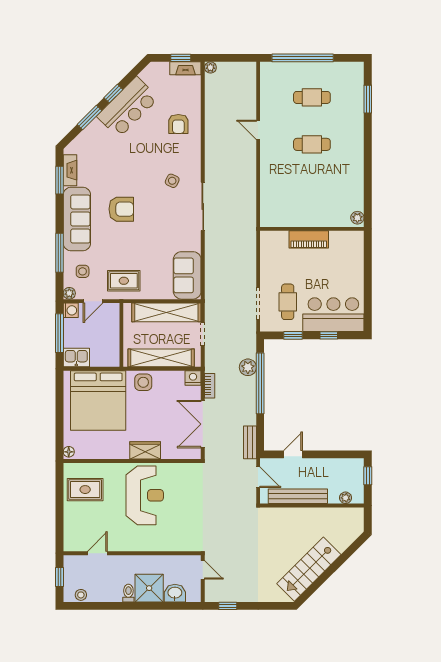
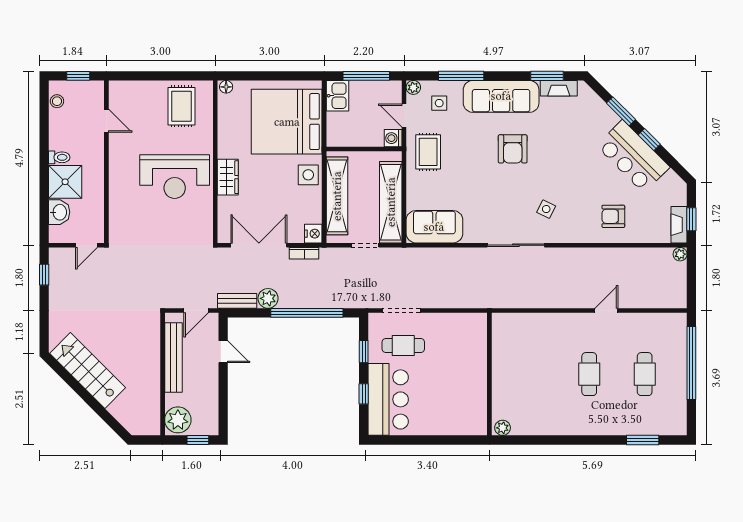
piano: (309, 239) -> (477, 370), removed
washing machine: (71, 310) -> (393, 138), moved, turned 90
plant: (248, 367) -> (268, 298), moved
plant: (346, 498) -> (178, 420), width x1.88, depth x1.88

